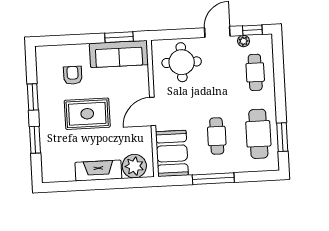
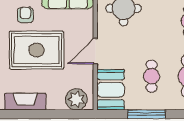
rug: (87, 114) -> (37, 50), width x1.37, depth x1.44
fireplace: (98, 171) -> (25, 102), moved

